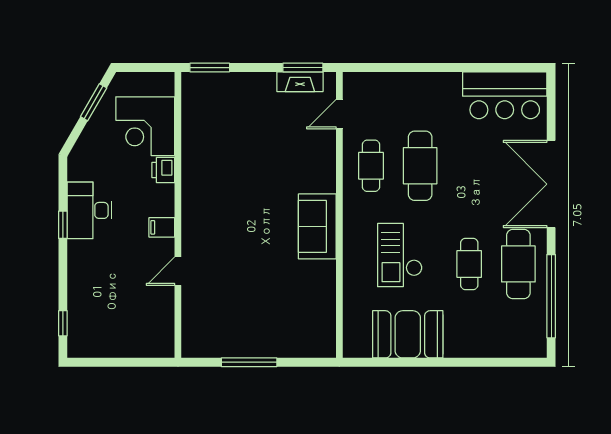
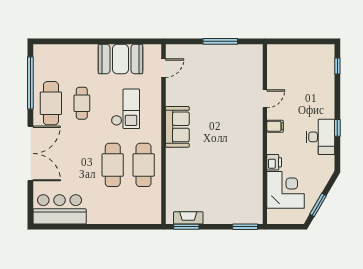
door: (339, 114) -> (164, 68), moved
cafe table: (371, 166) -> (144, 165), width x1.37, depth x1.35

